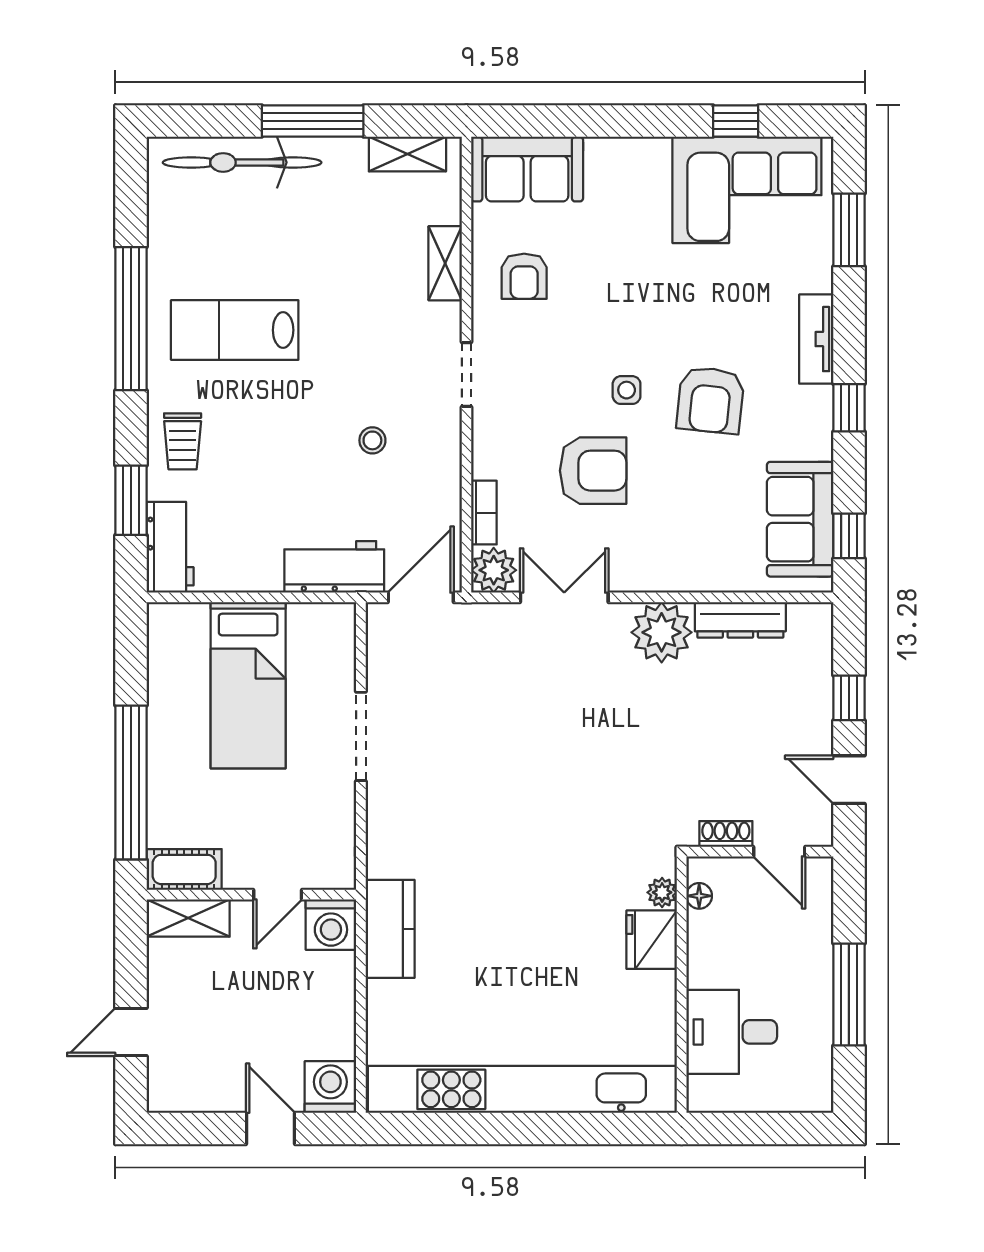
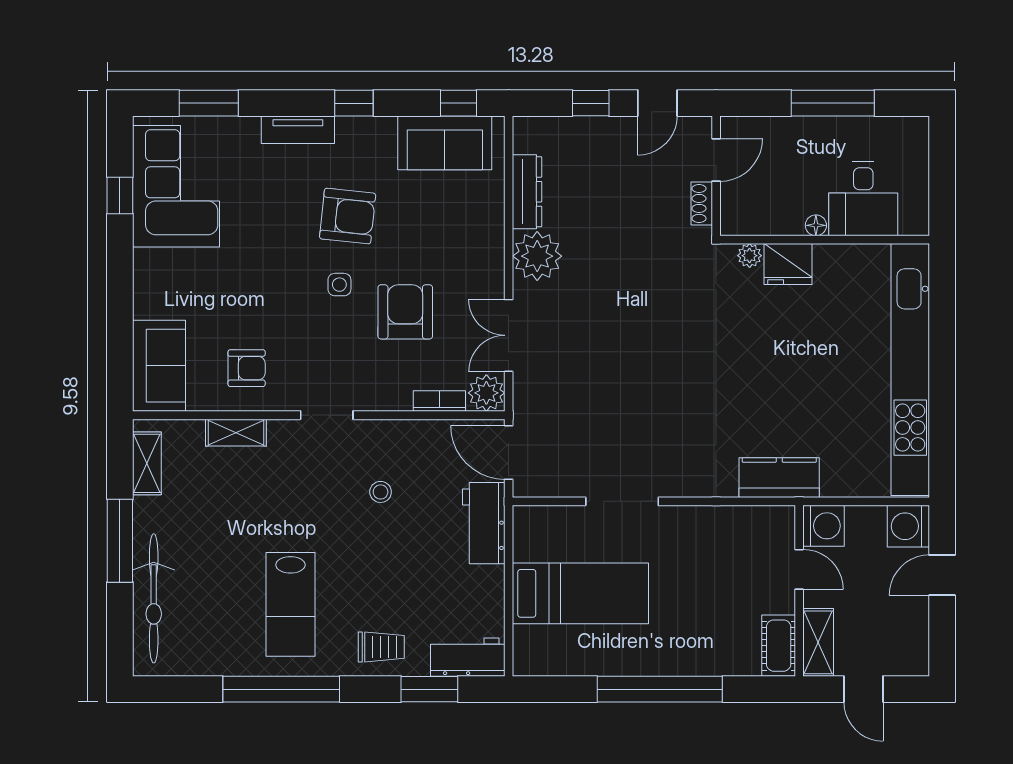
cot: (184, 869) -> (779, 646), moved
wall: (251, 895) -> (799, 591), moved
door: (278, 895) -> (799, 569), moved
floor lamp: (699, 896) -> (816, 225), moved
shelving: (188, 918) -> (818, 642), moved
washing machine: (331, 925) -> (824, 526), moved

